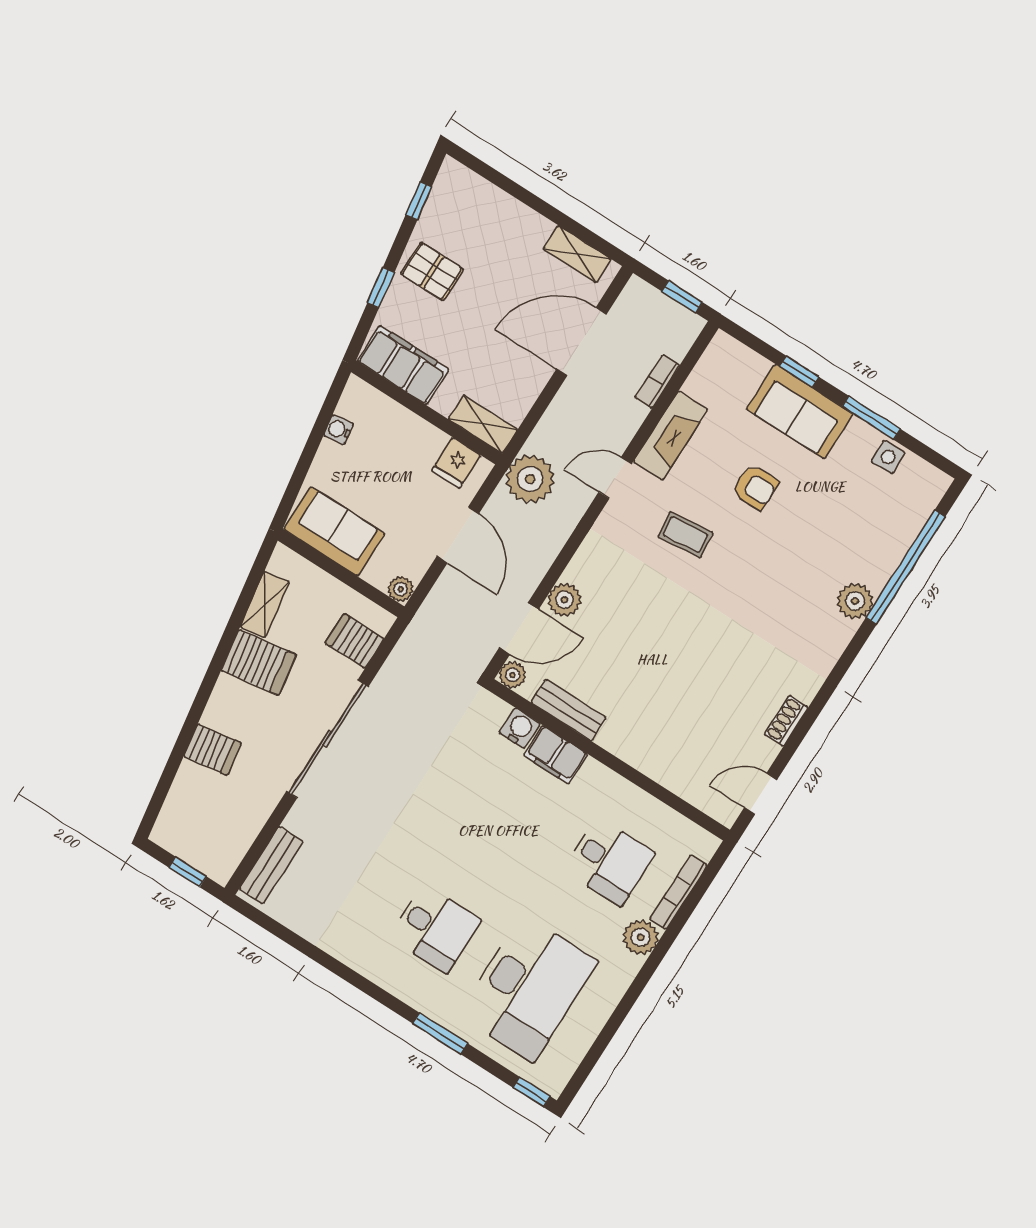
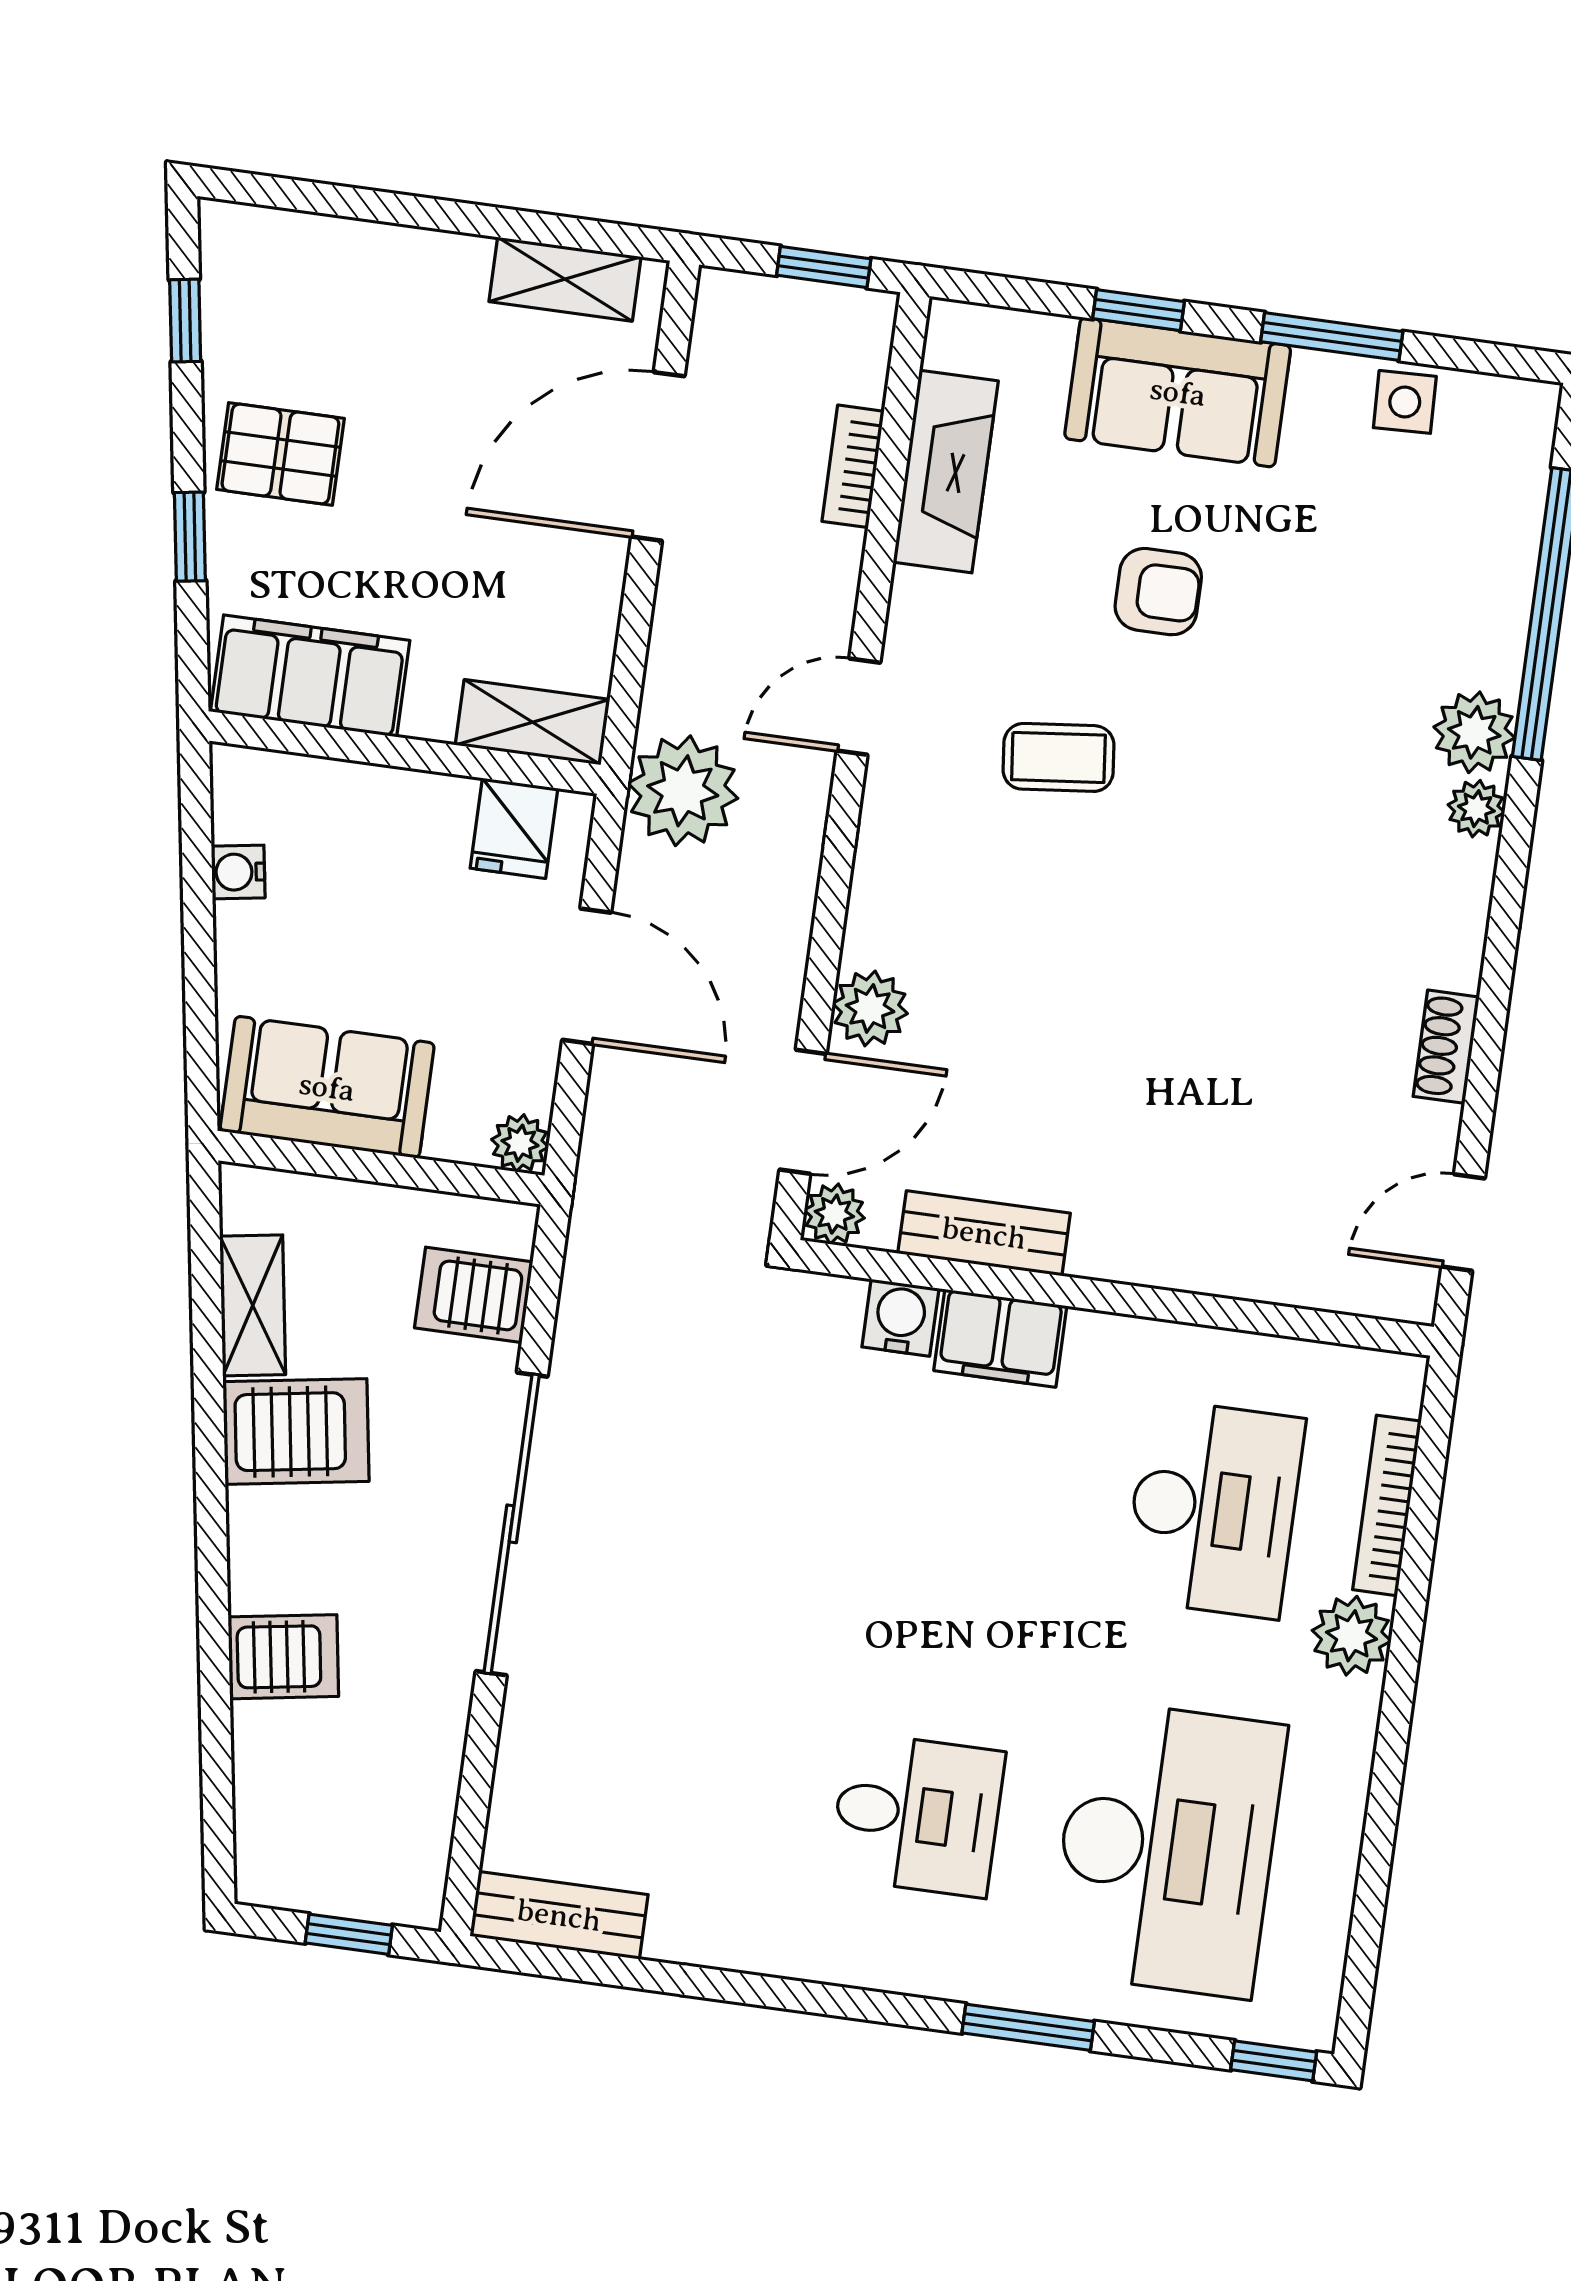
fireplace: (670, 436) -> (946, 471), moved
plant: (842, 632) -> (1476, 809), added
desk: (609, 862) -> (1214, 1509), width x1.37
bench: (271, 865) -> (559, 1915), moved, turned 90

